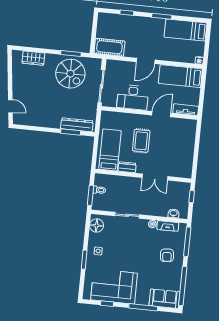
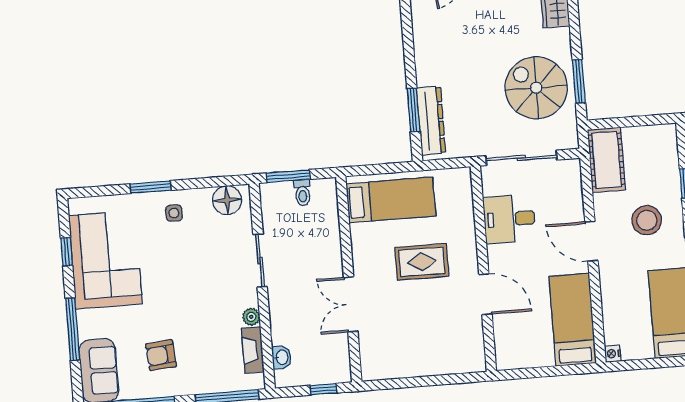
stool: (141, 34) -> (647, 220), added
spiral stairs: (70, 74) -> (536, 88), turned 90
desk: (133, 97) -> (509, 219), width x0.73
tv unit: (186, 110) -> (504, 344), removed
dresser: (127, 167) -> (361, 242), removed
armchair: (167, 255) -> (161, 355), moved

